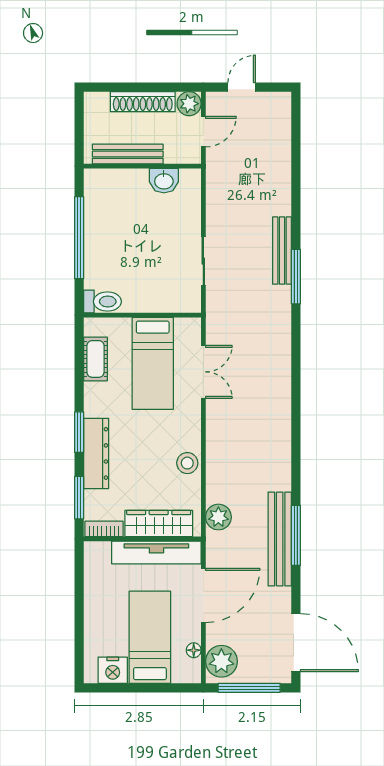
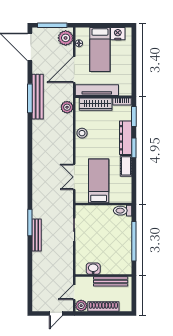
cot: (96, 359) -> (126, 166), moved

